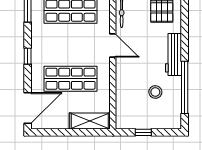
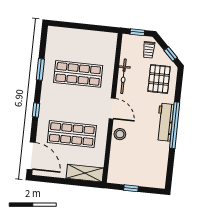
window: (185, 87) -> (175, 125), moved
stool: (155, 92) -> (120, 134), moved
door: (28, 108) -> (31, 156), hinge flipped

